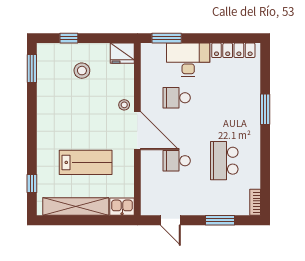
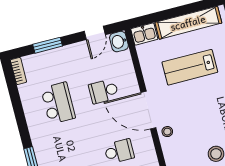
school desk: (177, 161) -> (104, 91), turned 180
washbasin: (149, 206) -> (119, 42), added
door: (170, 220) -> (95, 33), swing flipped

